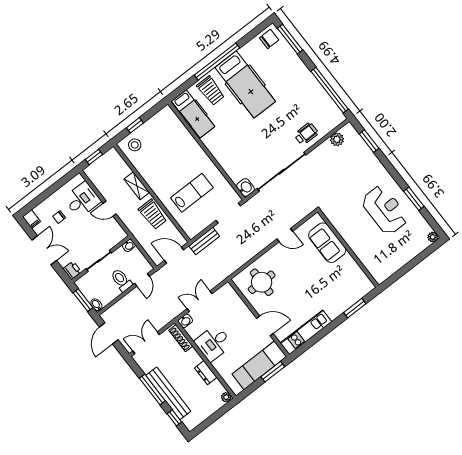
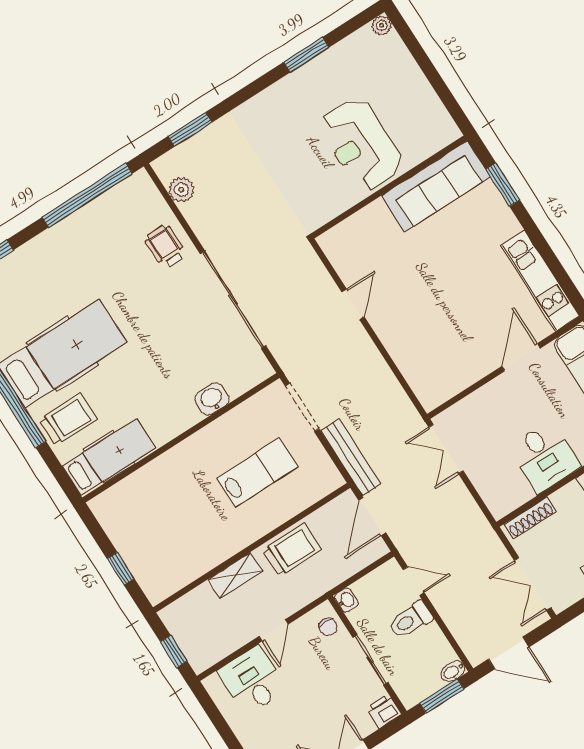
stool: (135, 145) -> (158, 572), removed
washbasin: (246, 187) -> (212, 399), moved
lab bench: (192, 193) -> (257, 472), turned 90
reception desk: (385, 210) -> (361, 144), moved, turned -90
chair: (59, 217) -> (328, 627), moved
bench: (204, 241) -> (351, 457), width x1.36
sofa: (327, 243) -> (436, 186), moved, width x1.36
round table: (262, 282) -> (438, 356), removed
double door: (200, 301) -> (446, 449), moved
washbasin: (185, 321) -> (498, 506), removed

